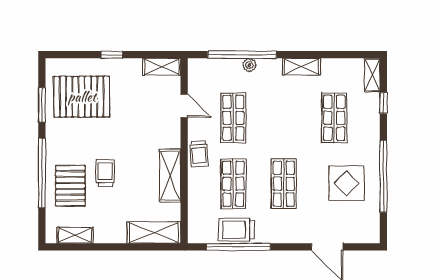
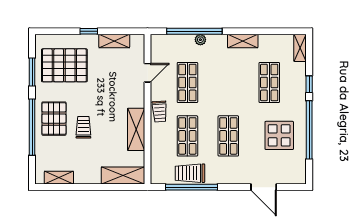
shelving: (162, 67) -> (114, 41), moved
window: (383, 103) -> (309, 84), moved
door: (184, 106) -> (148, 73), hinge flipped
pallet: (70, 186) -> (54, 119), moved

